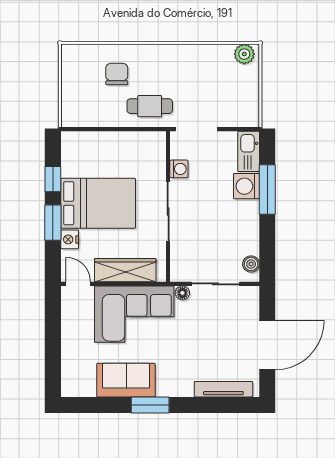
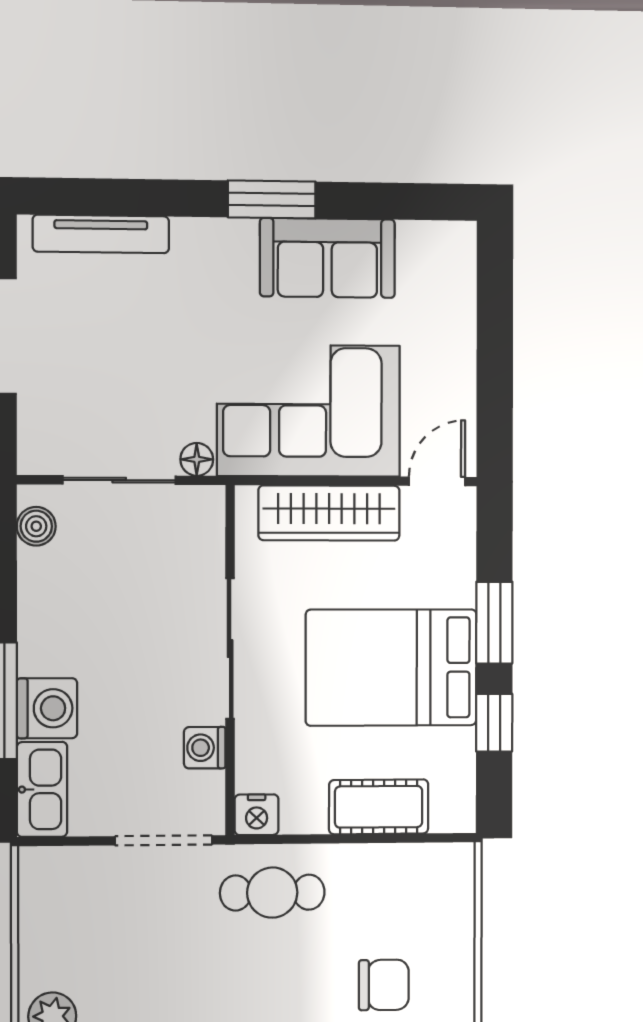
chair: (117, 74) -> (384, 985), moved, turned -90
cot: (103, 143) -> (379, 807), added
nightstand: (70, 239) -> (257, 815), moved, turned 90
door: (78, 284) -> (437, 481), swing flipped

